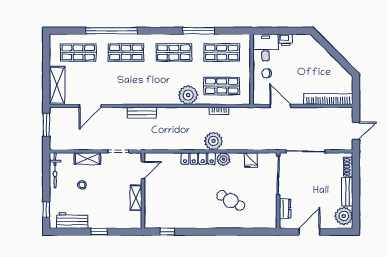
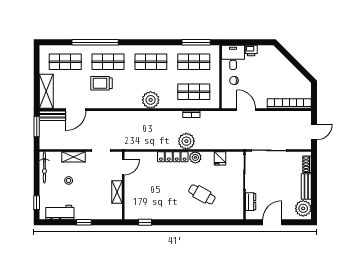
window: (199, 31) -> (196, 42), moved
trolley: (119, 76) -> (101, 83), added
plant: (188, 95) -> (151, 100), moved
bench: (142, 113) -> (52, 116), moved

